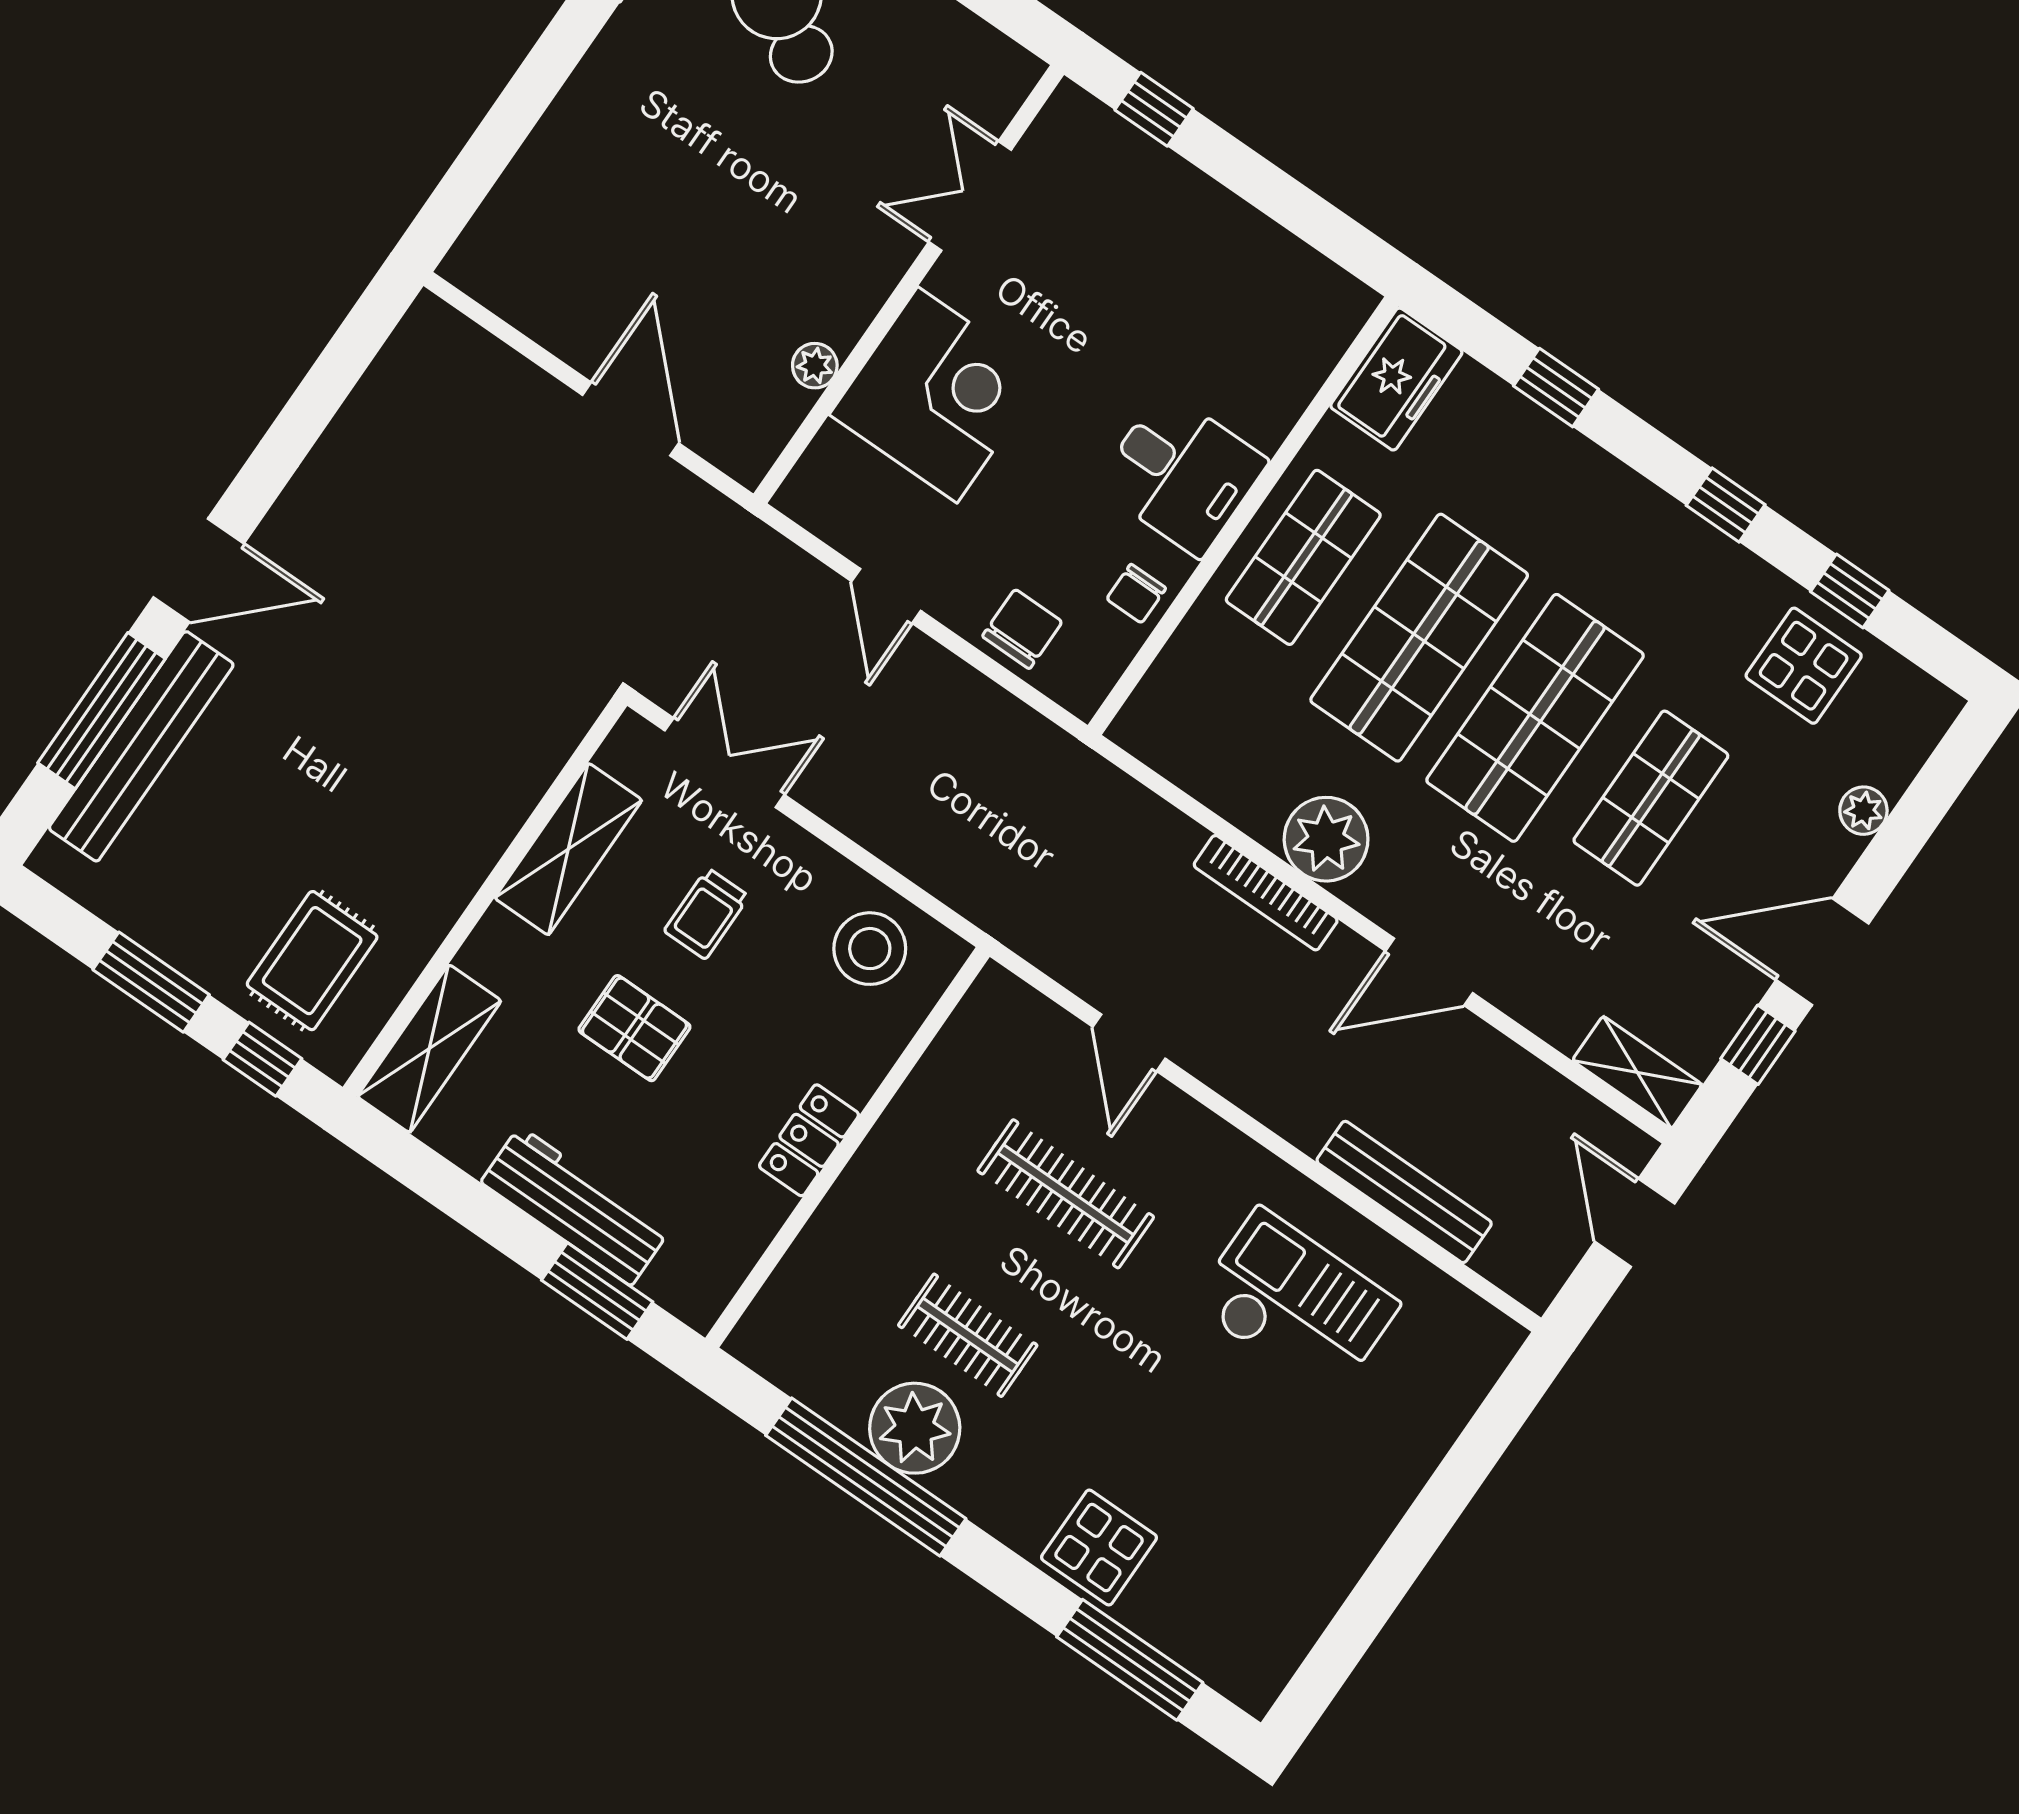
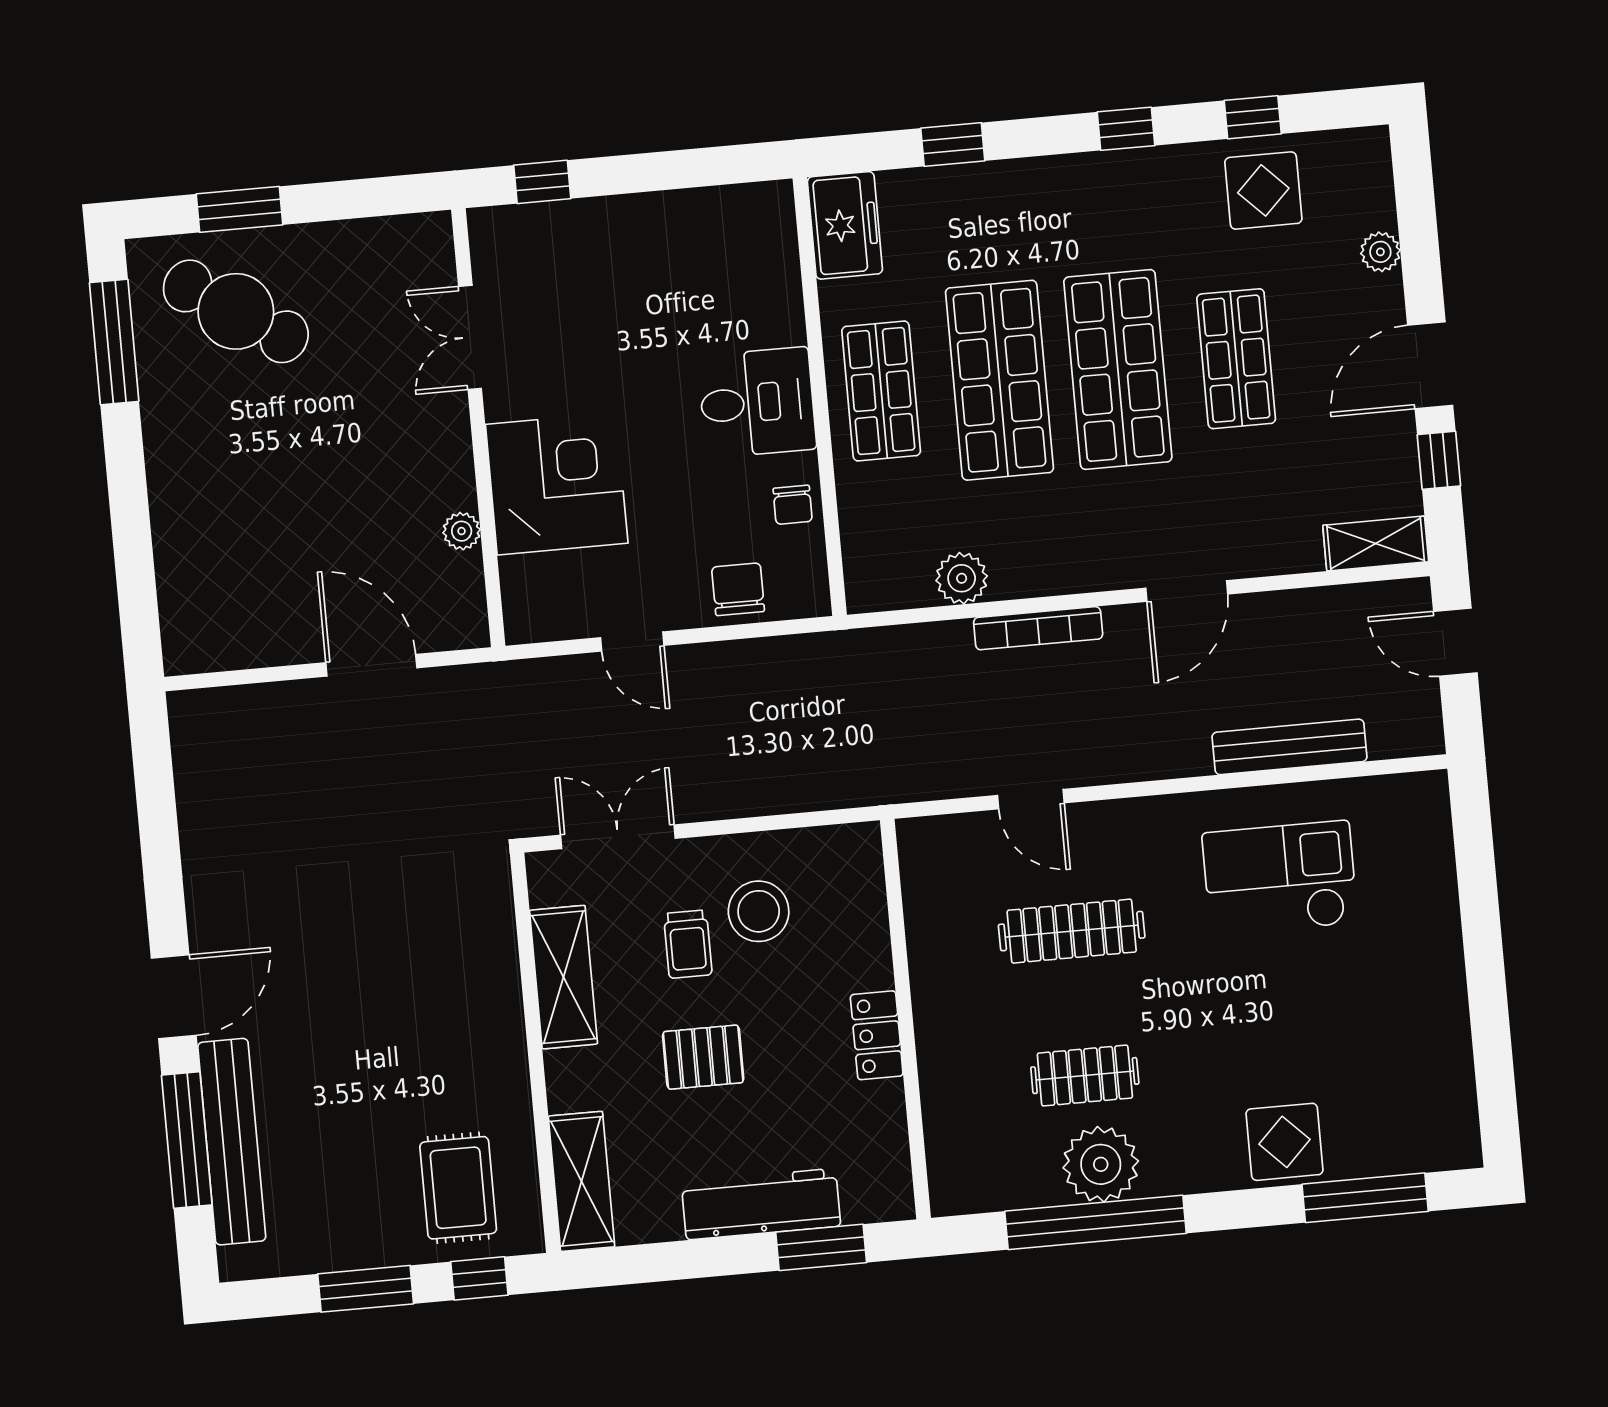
plant: (1326, 839) -> (962, 578), moved, width x0.73, depth x0.73
stool: (870, 949) -> (759, 911), moved

